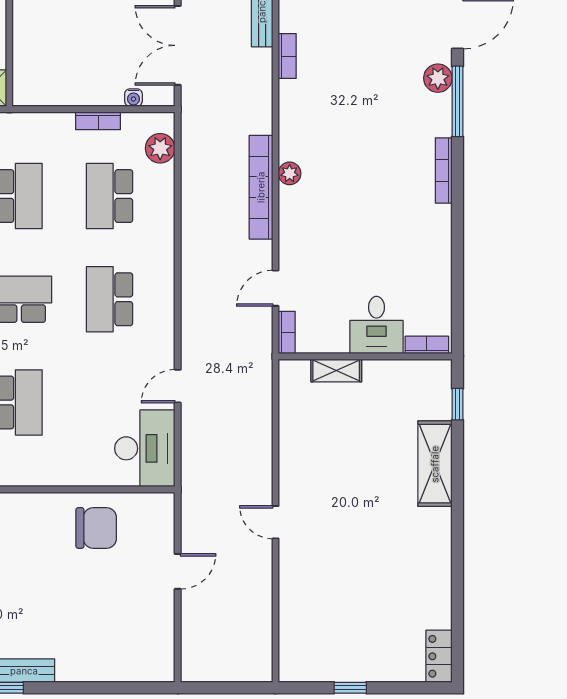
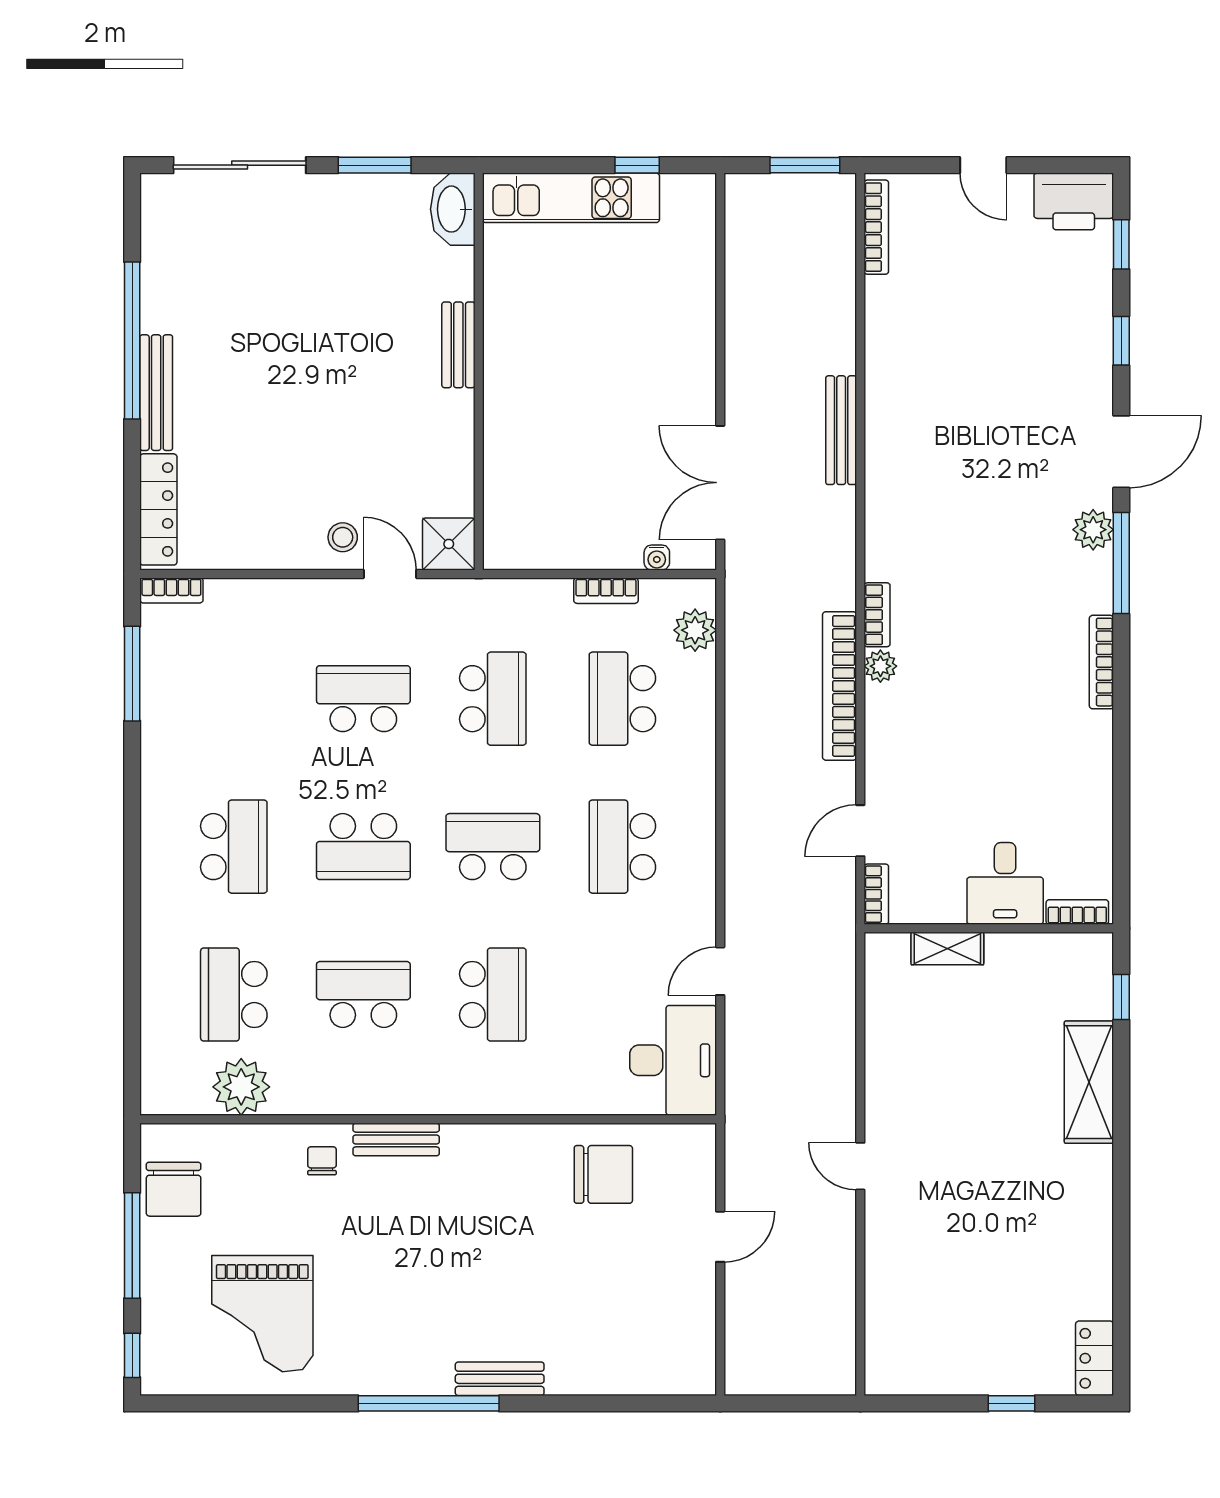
bookcase: (287, 56) -> (877, 615), moved
window: (350, 688) -> (1012, 1403), moved

